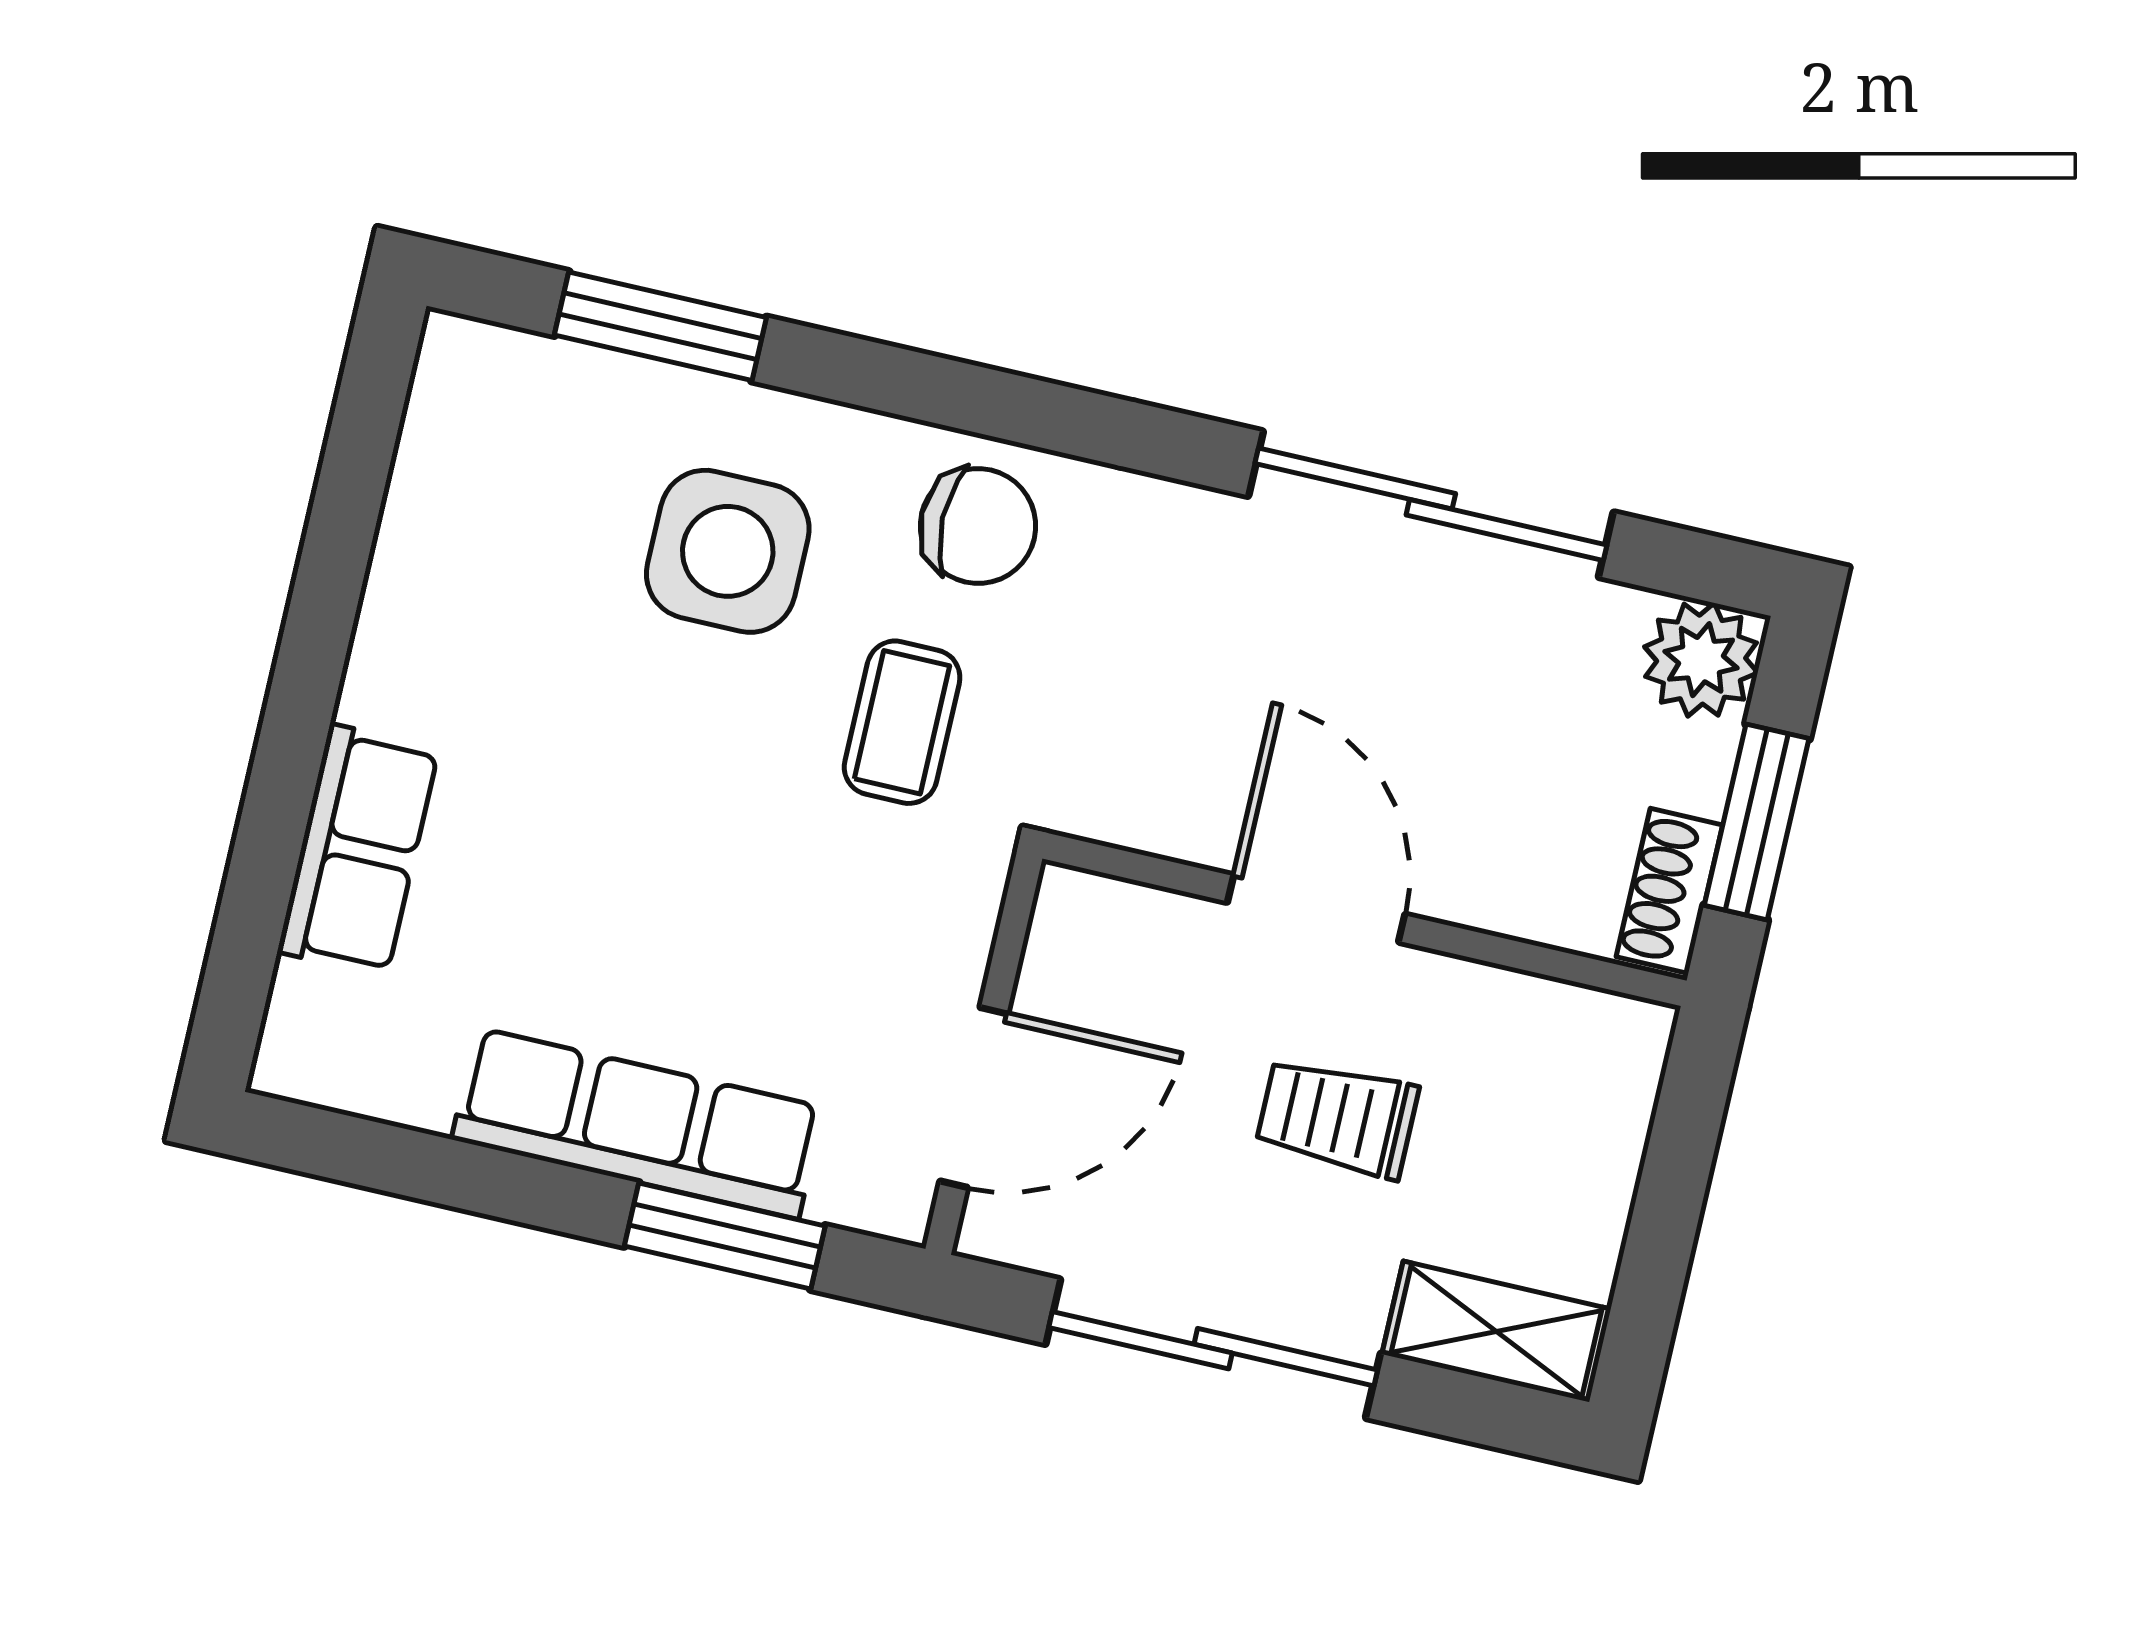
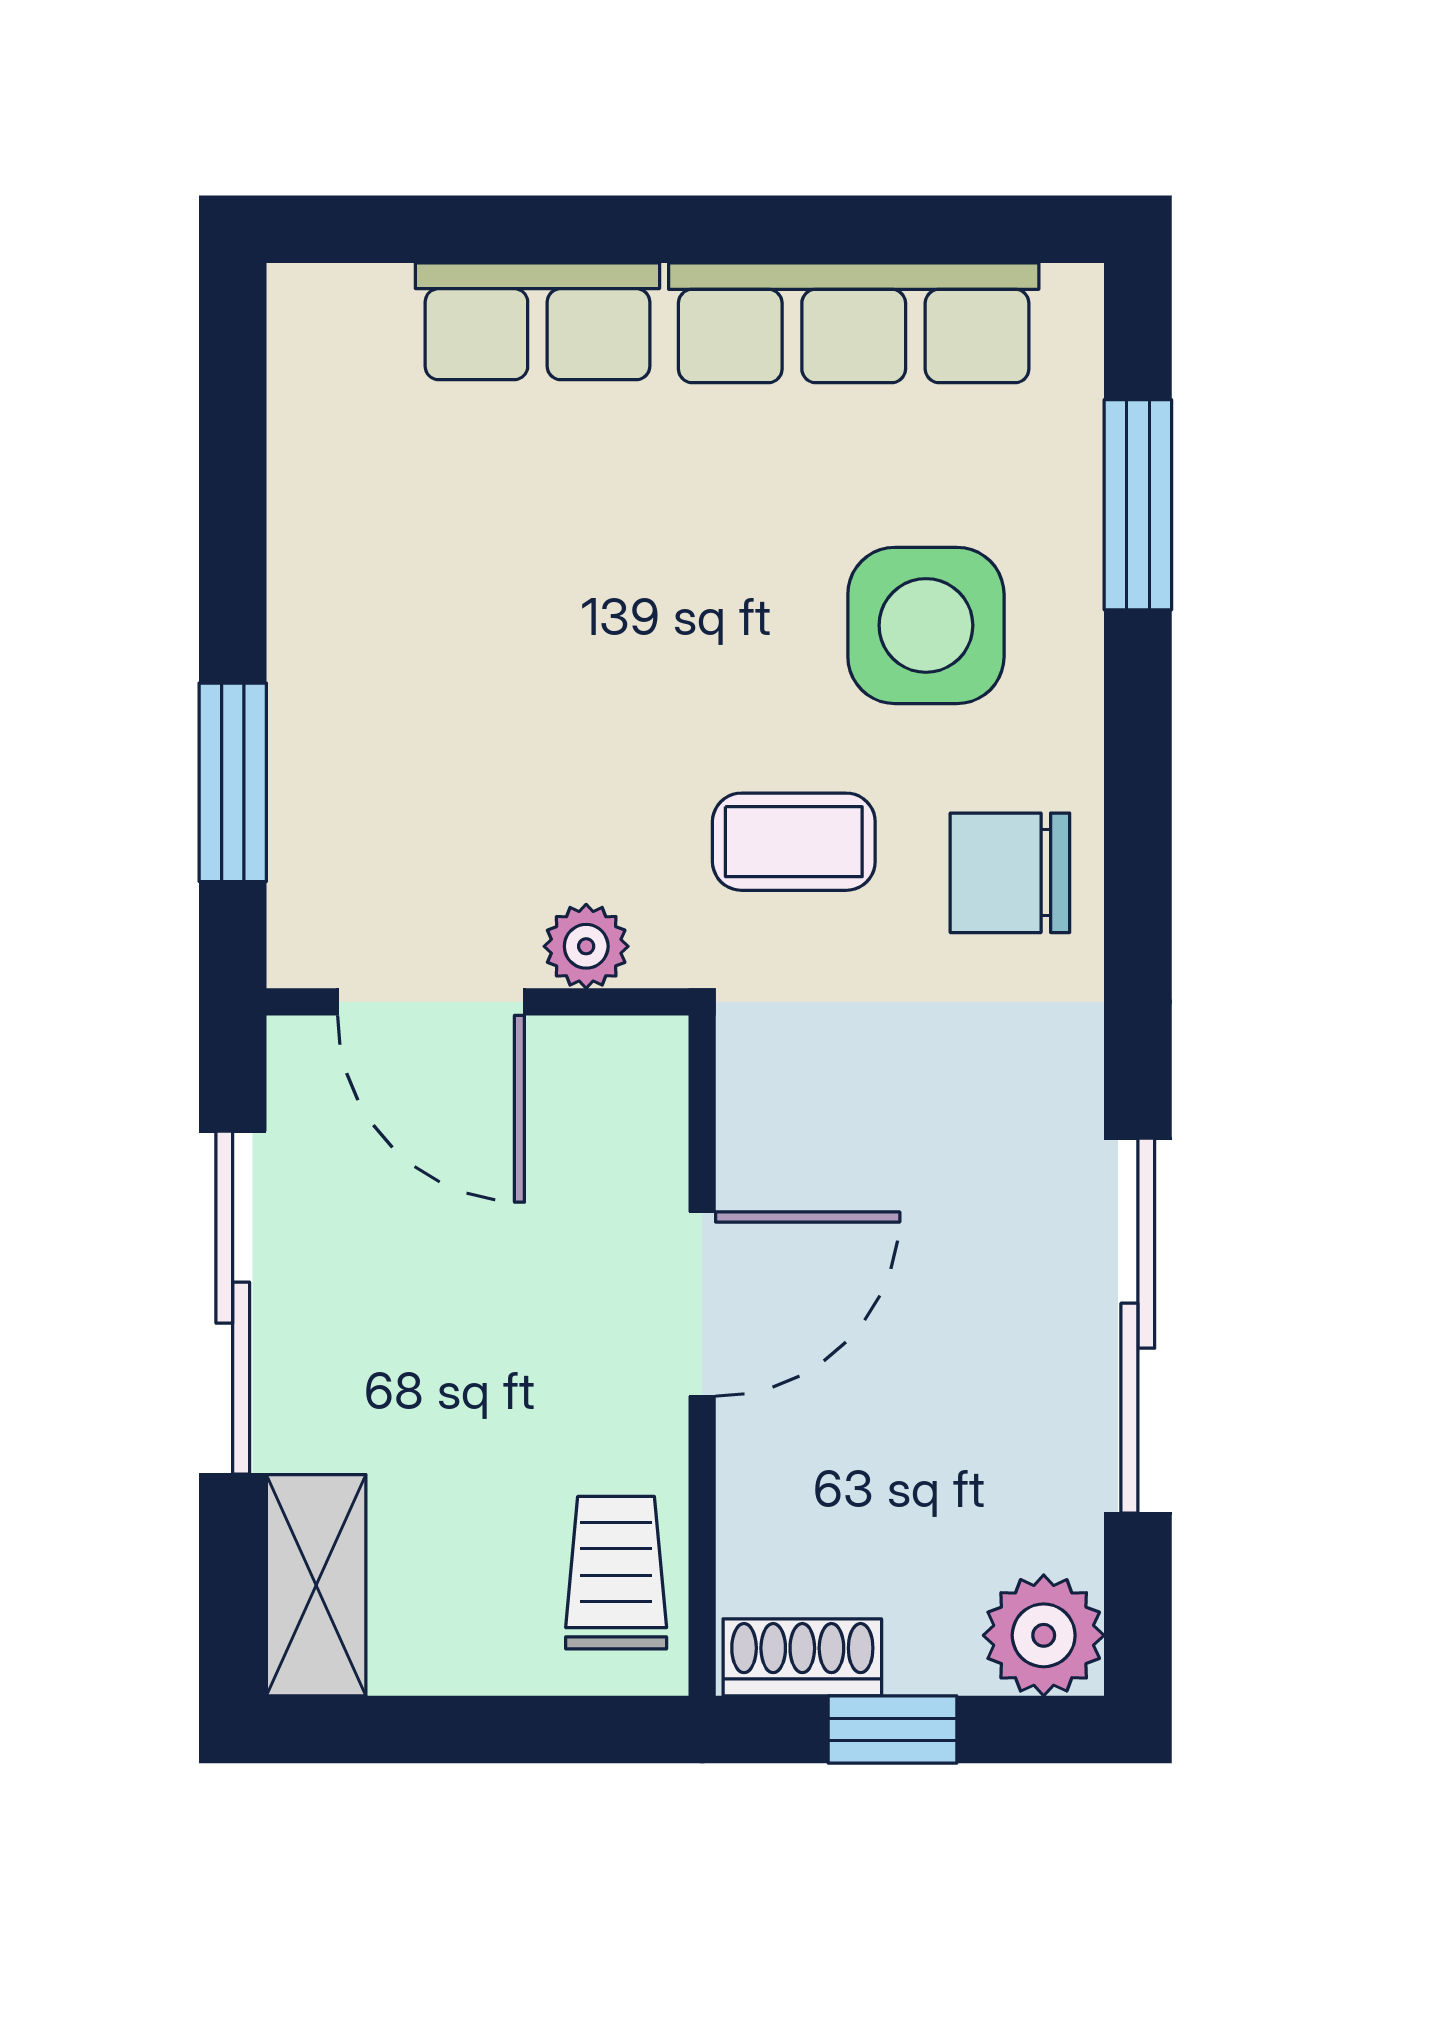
chair: (978, 526) -> (1010, 873), turned 90
window: (1757, 822) -> (893, 1729), width x0.67
plant: (955, 940) -> (586, 946), added
trolley: (1337, 1117) -> (616, 1573), moved
row of seats: (638, 1123) -> (854, 323), moved, turned 90

